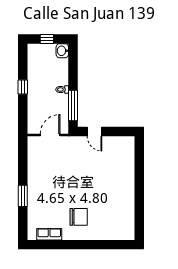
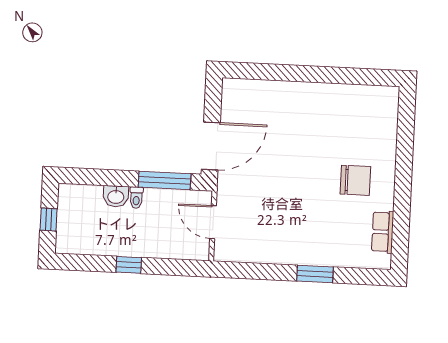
washbasin: (62, 51) -> (116, 196), moved
door: (94, 132) -> (211, 146), width x1.88
chair: (79, 217) -> (355, 180), turned 90

